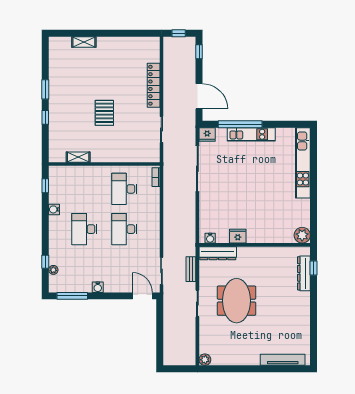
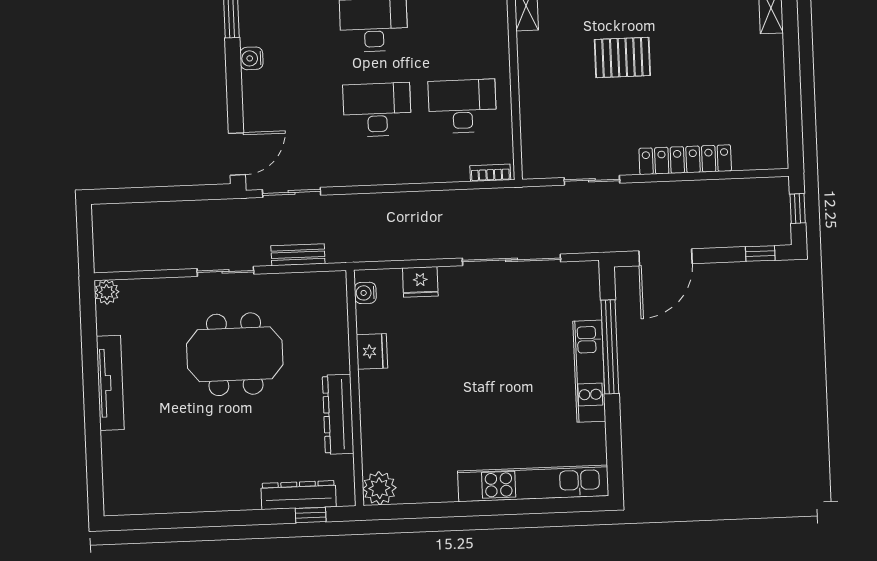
fridge: (207, 135) -> (420, 282), moved, turned -90
dresser: (218, 253) -> (338, 414), moved
tv unit: (283, 360) -> (110, 383), moved

